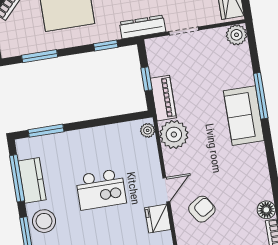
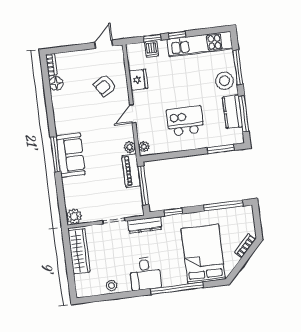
window: (40, 56) -> (223, 206), width x1.44
window: (146, 79) -> (143, 186), width x2.17
window: (261, 96) -> (55, 154), moved
plant: (174, 134) -> (130, 147), width x0.53, depth x0.53
kitchen island: (101, 189) -> (185, 121), moved
door: (166, 190) -> (133, 114), moved

